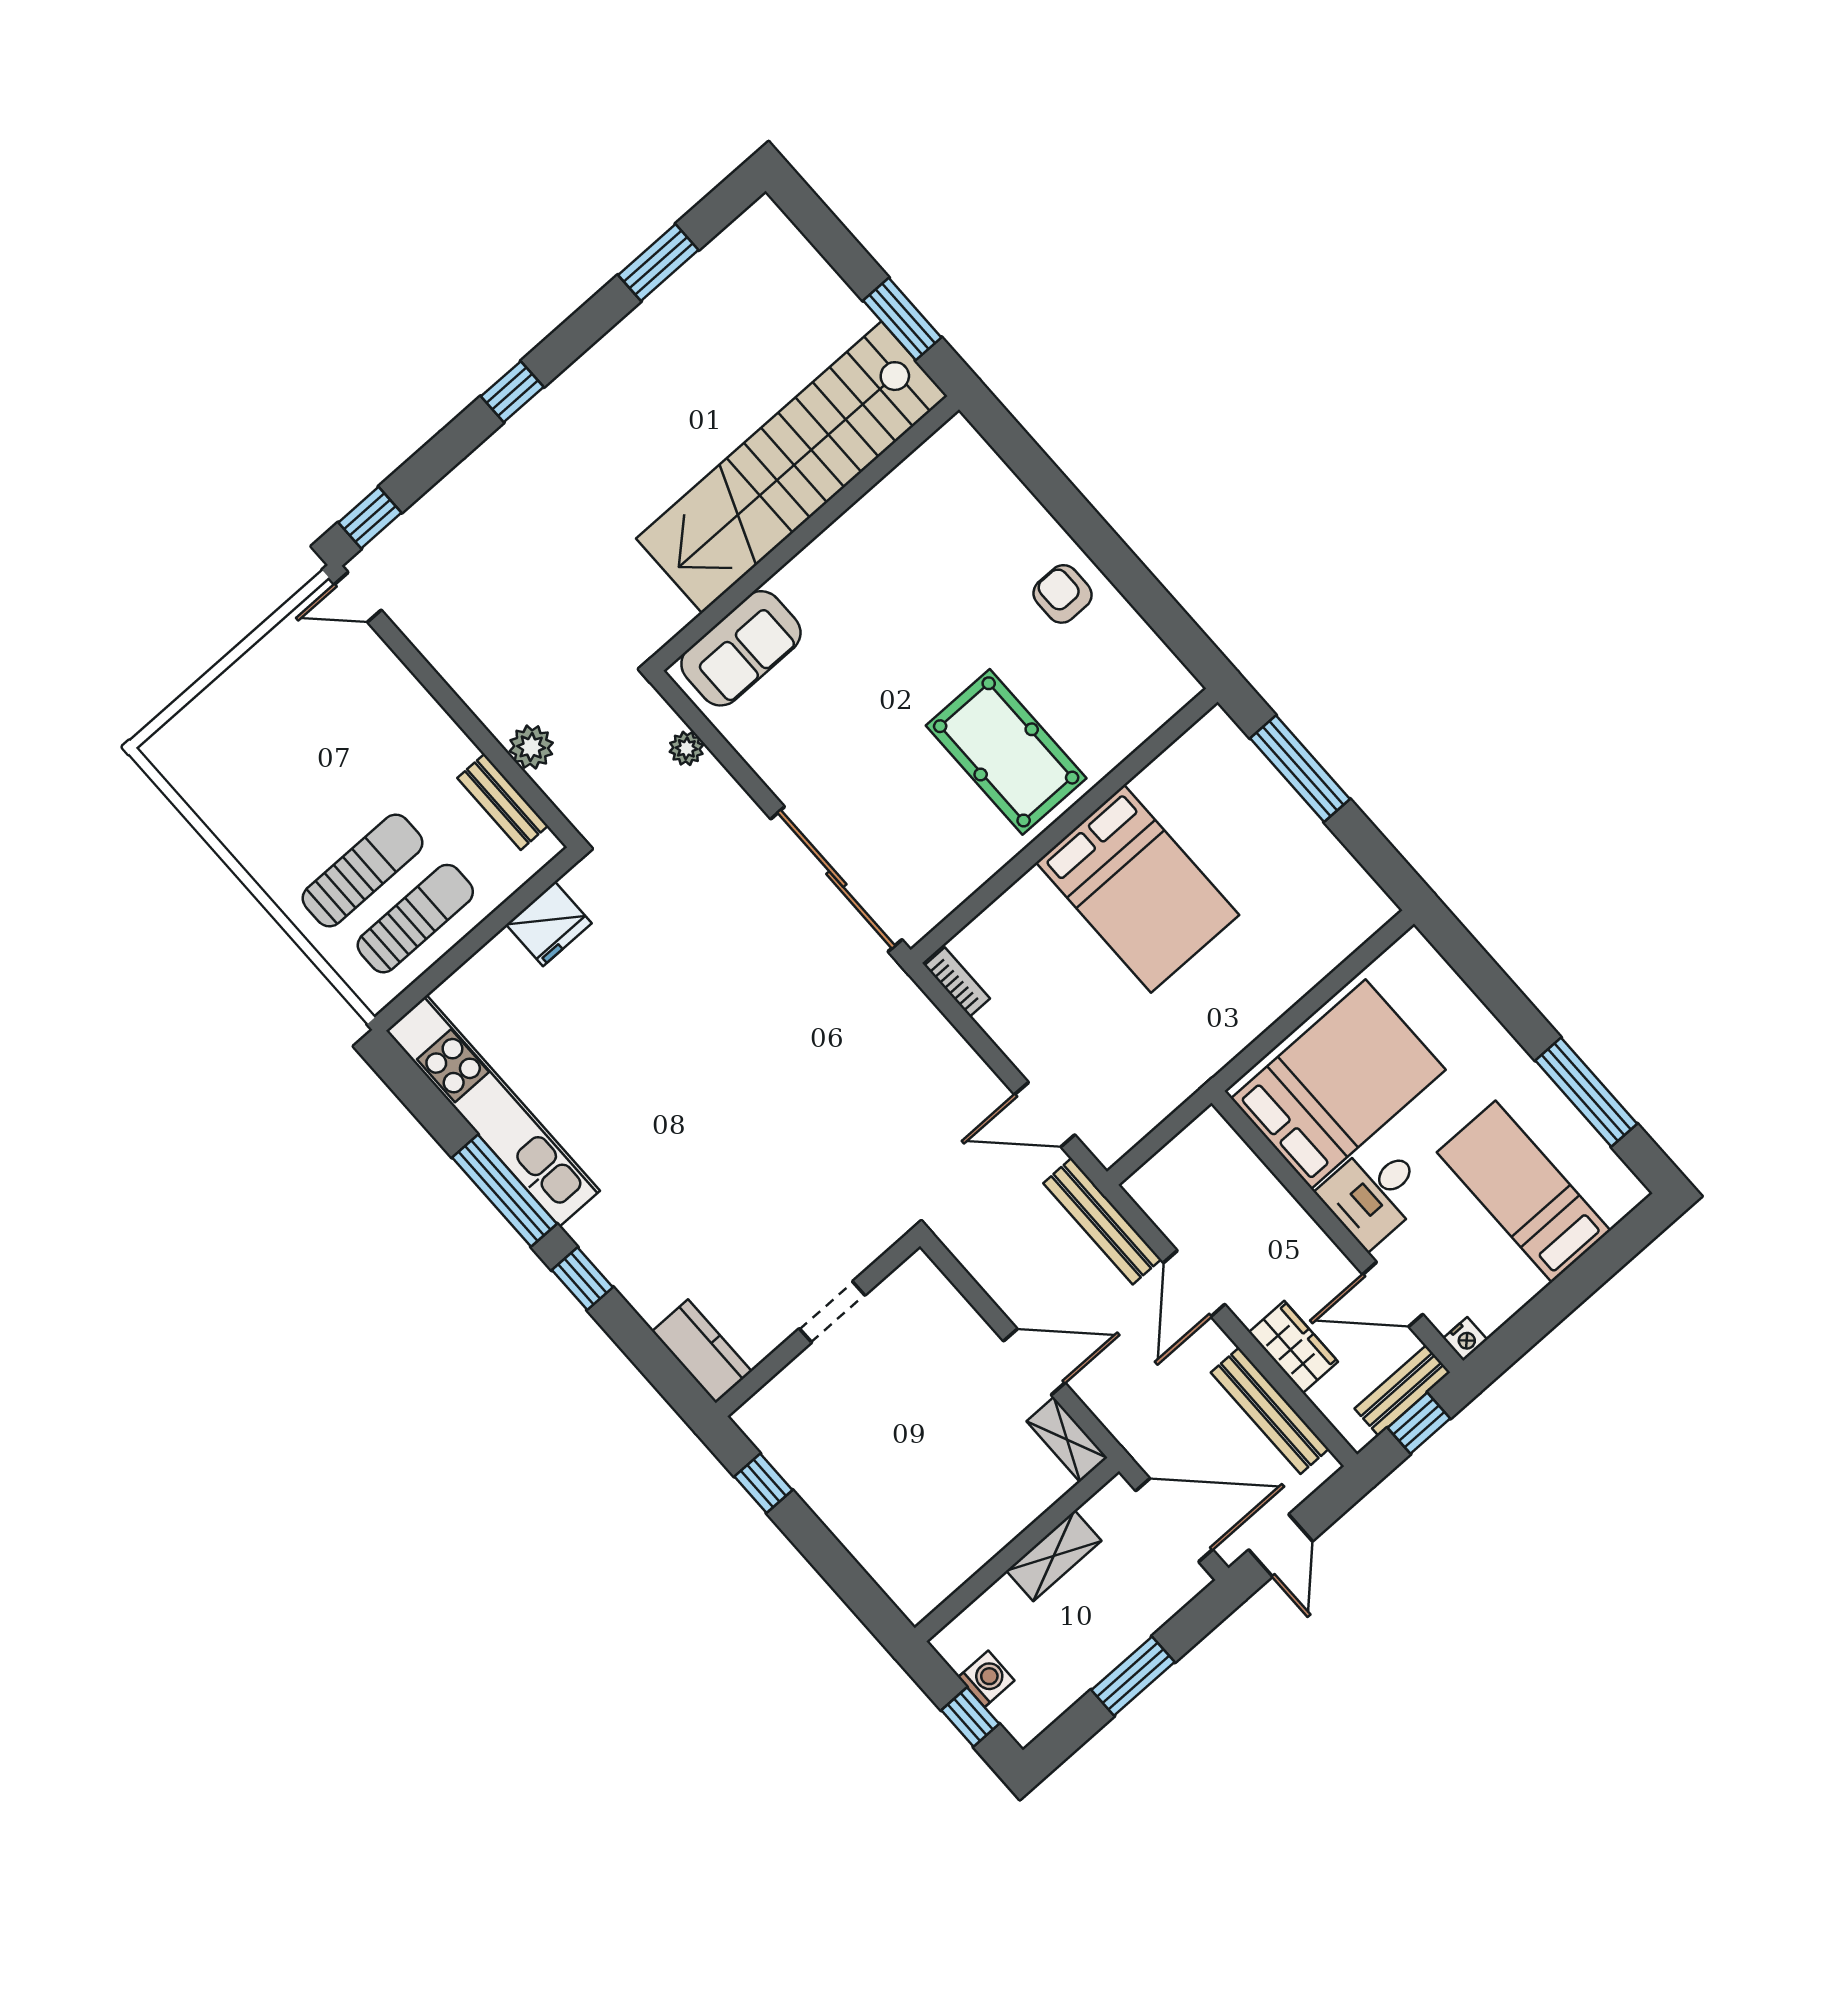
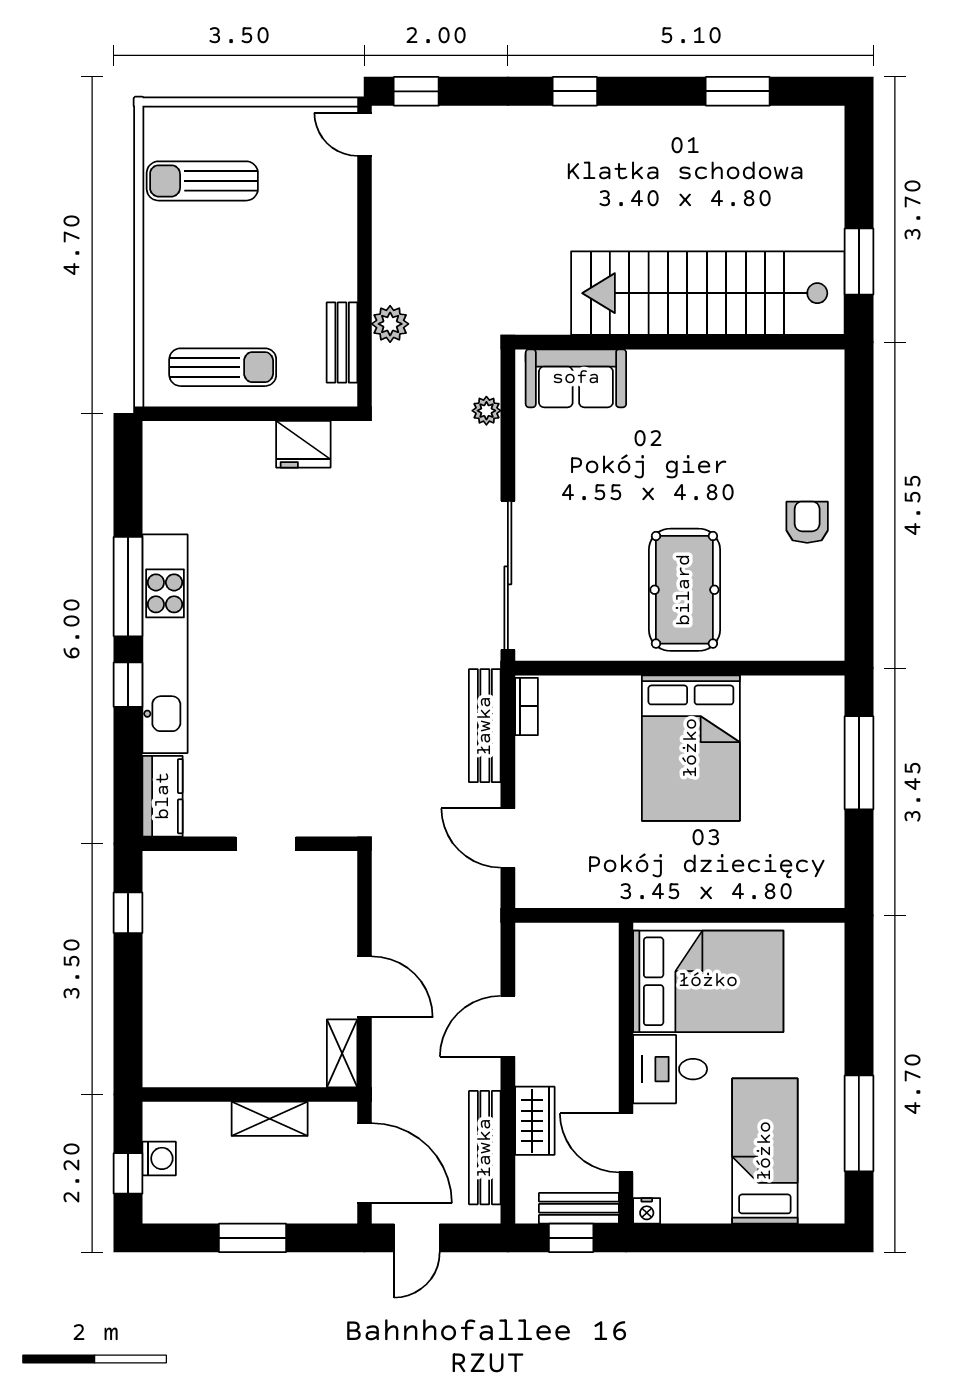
sun lounger: (363, 870) -> (202, 181), moved, turned 180
kitchen unit: (493, 1111) -> (165, 644), moved
bench: (1102, 1221) -> (485, 726), moved

